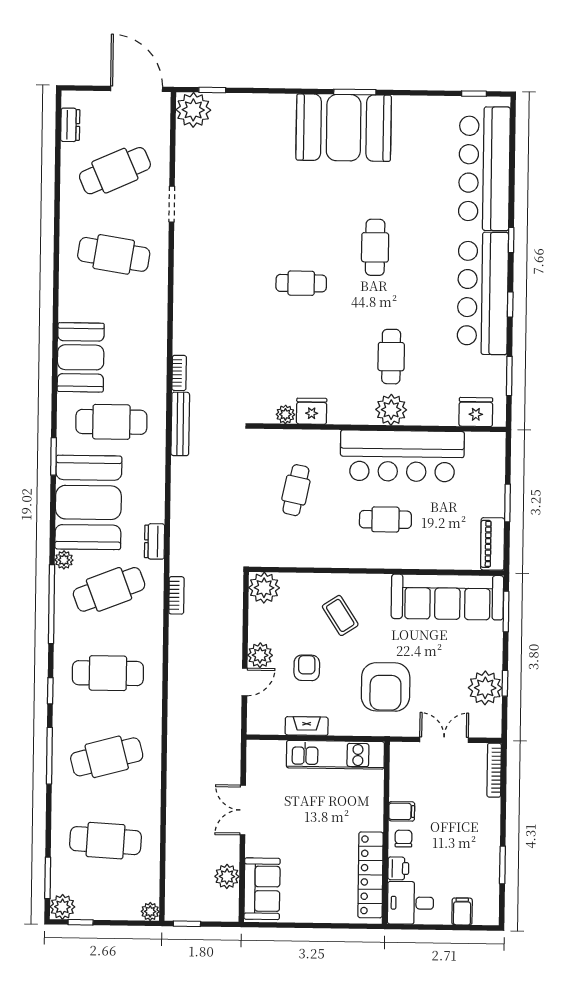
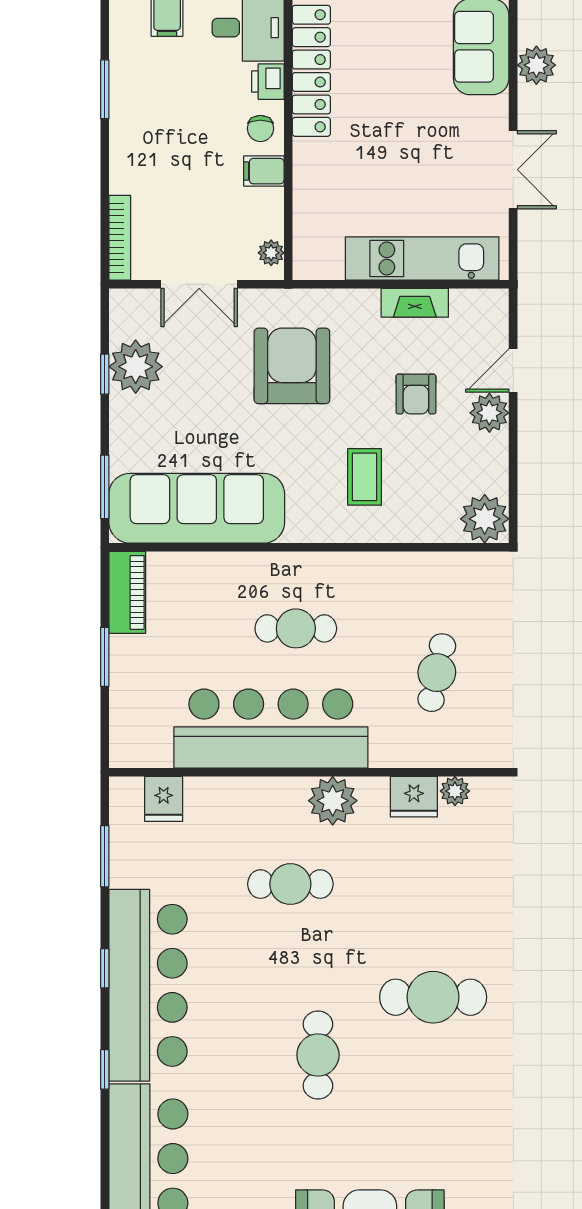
cafe table: (301, 283) -> (433, 997), width x1.37, depth x1.35
cafe table: (391, 357) -> (290, 884), turned 90
plant: (391, 410) -> (333, 801), moved
fridge: (476, 412) -> (164, 799), width x0.72
coffee table: (340, 615) -> (365, 477), turned 33
kitchen unit: (335, 755) -> (422, 258), moved
plant: (398, 759) -> (271, 253), added

